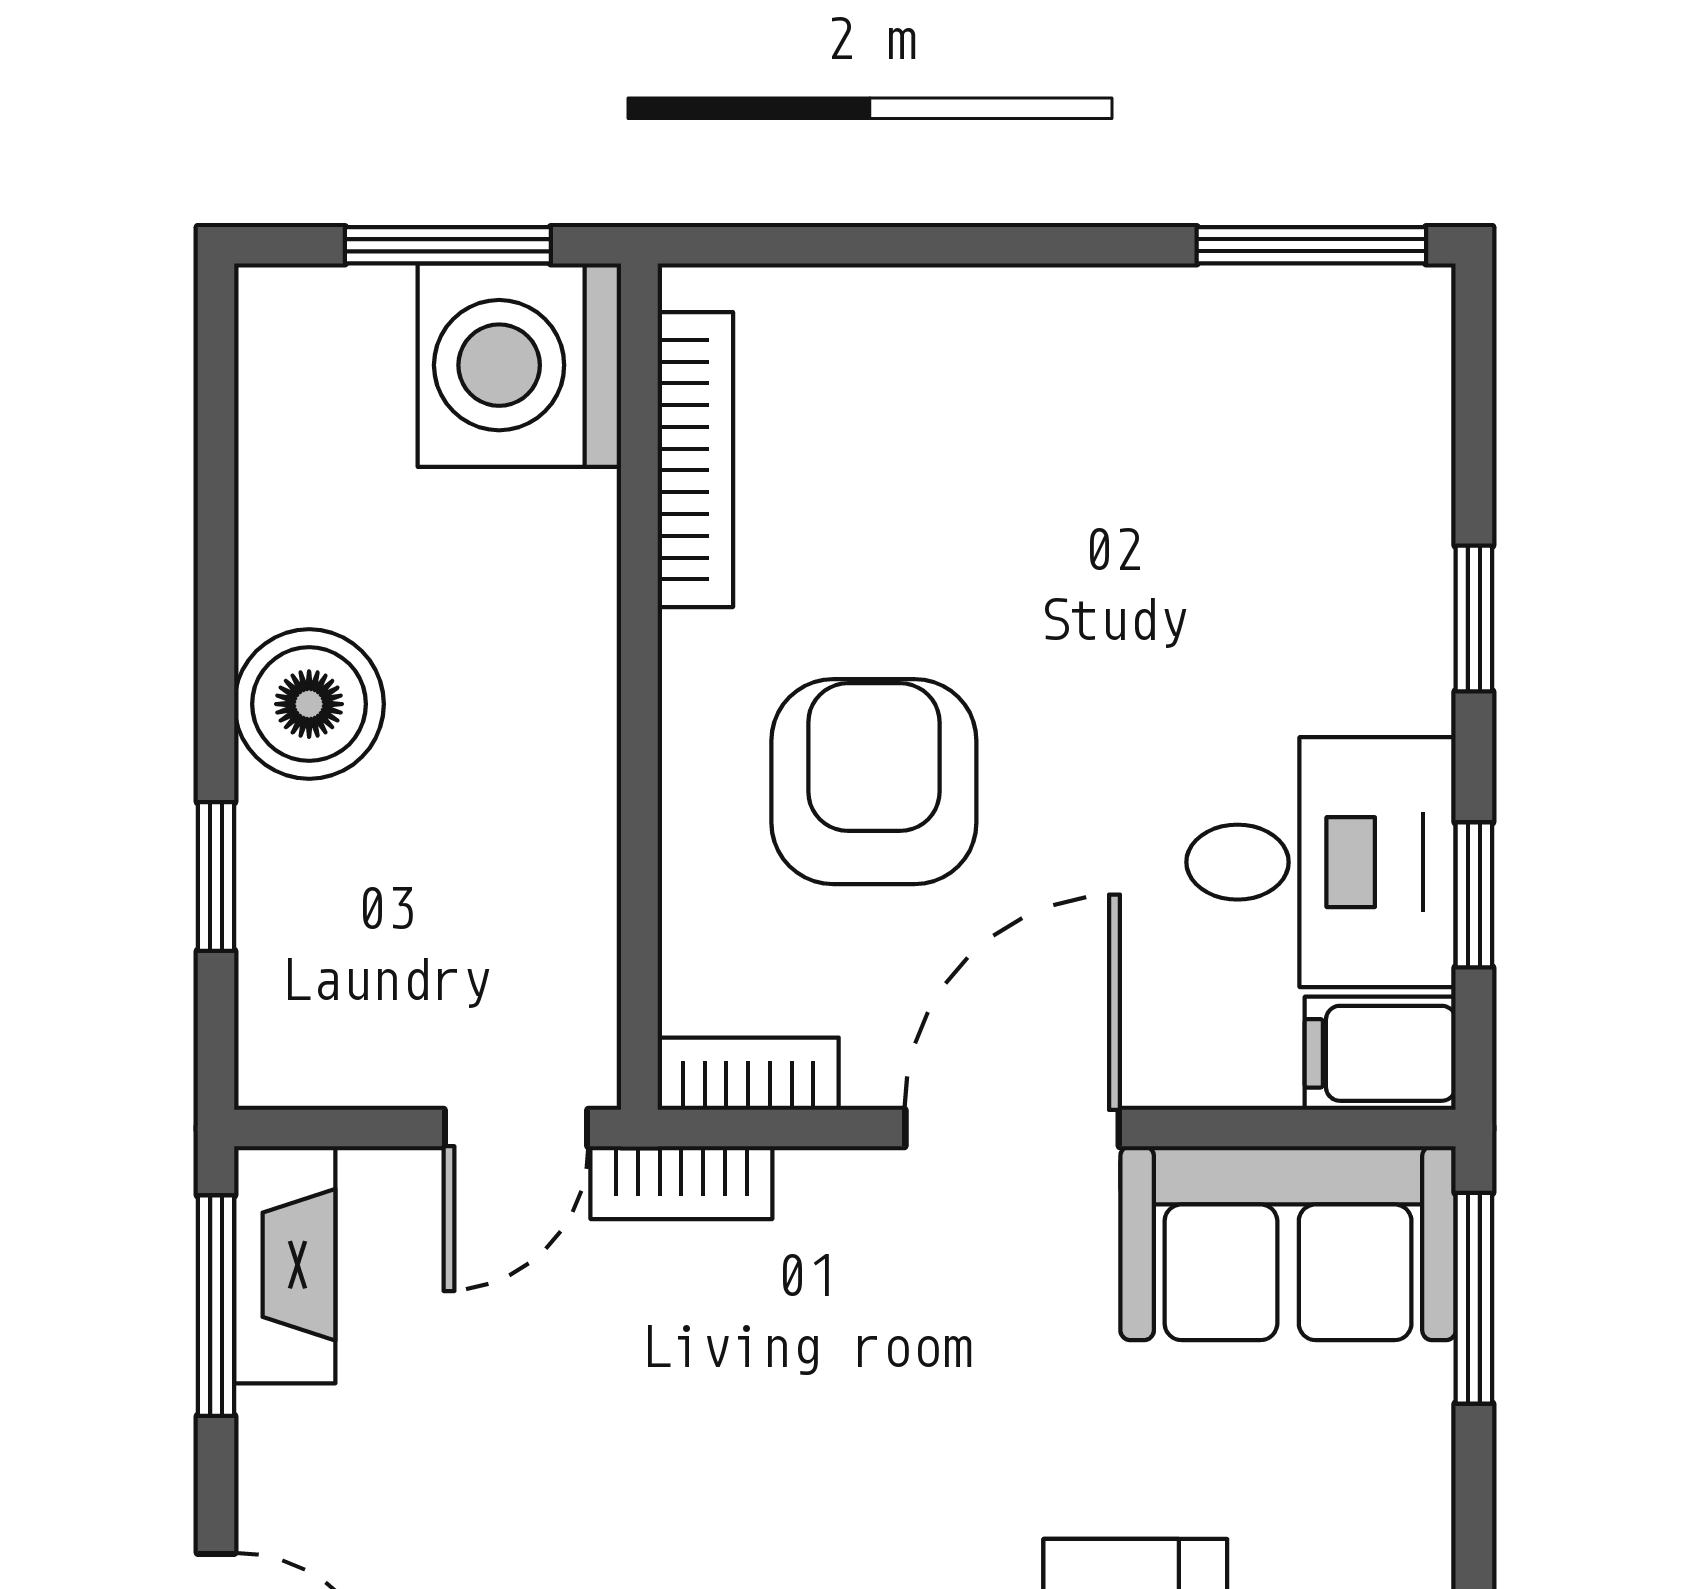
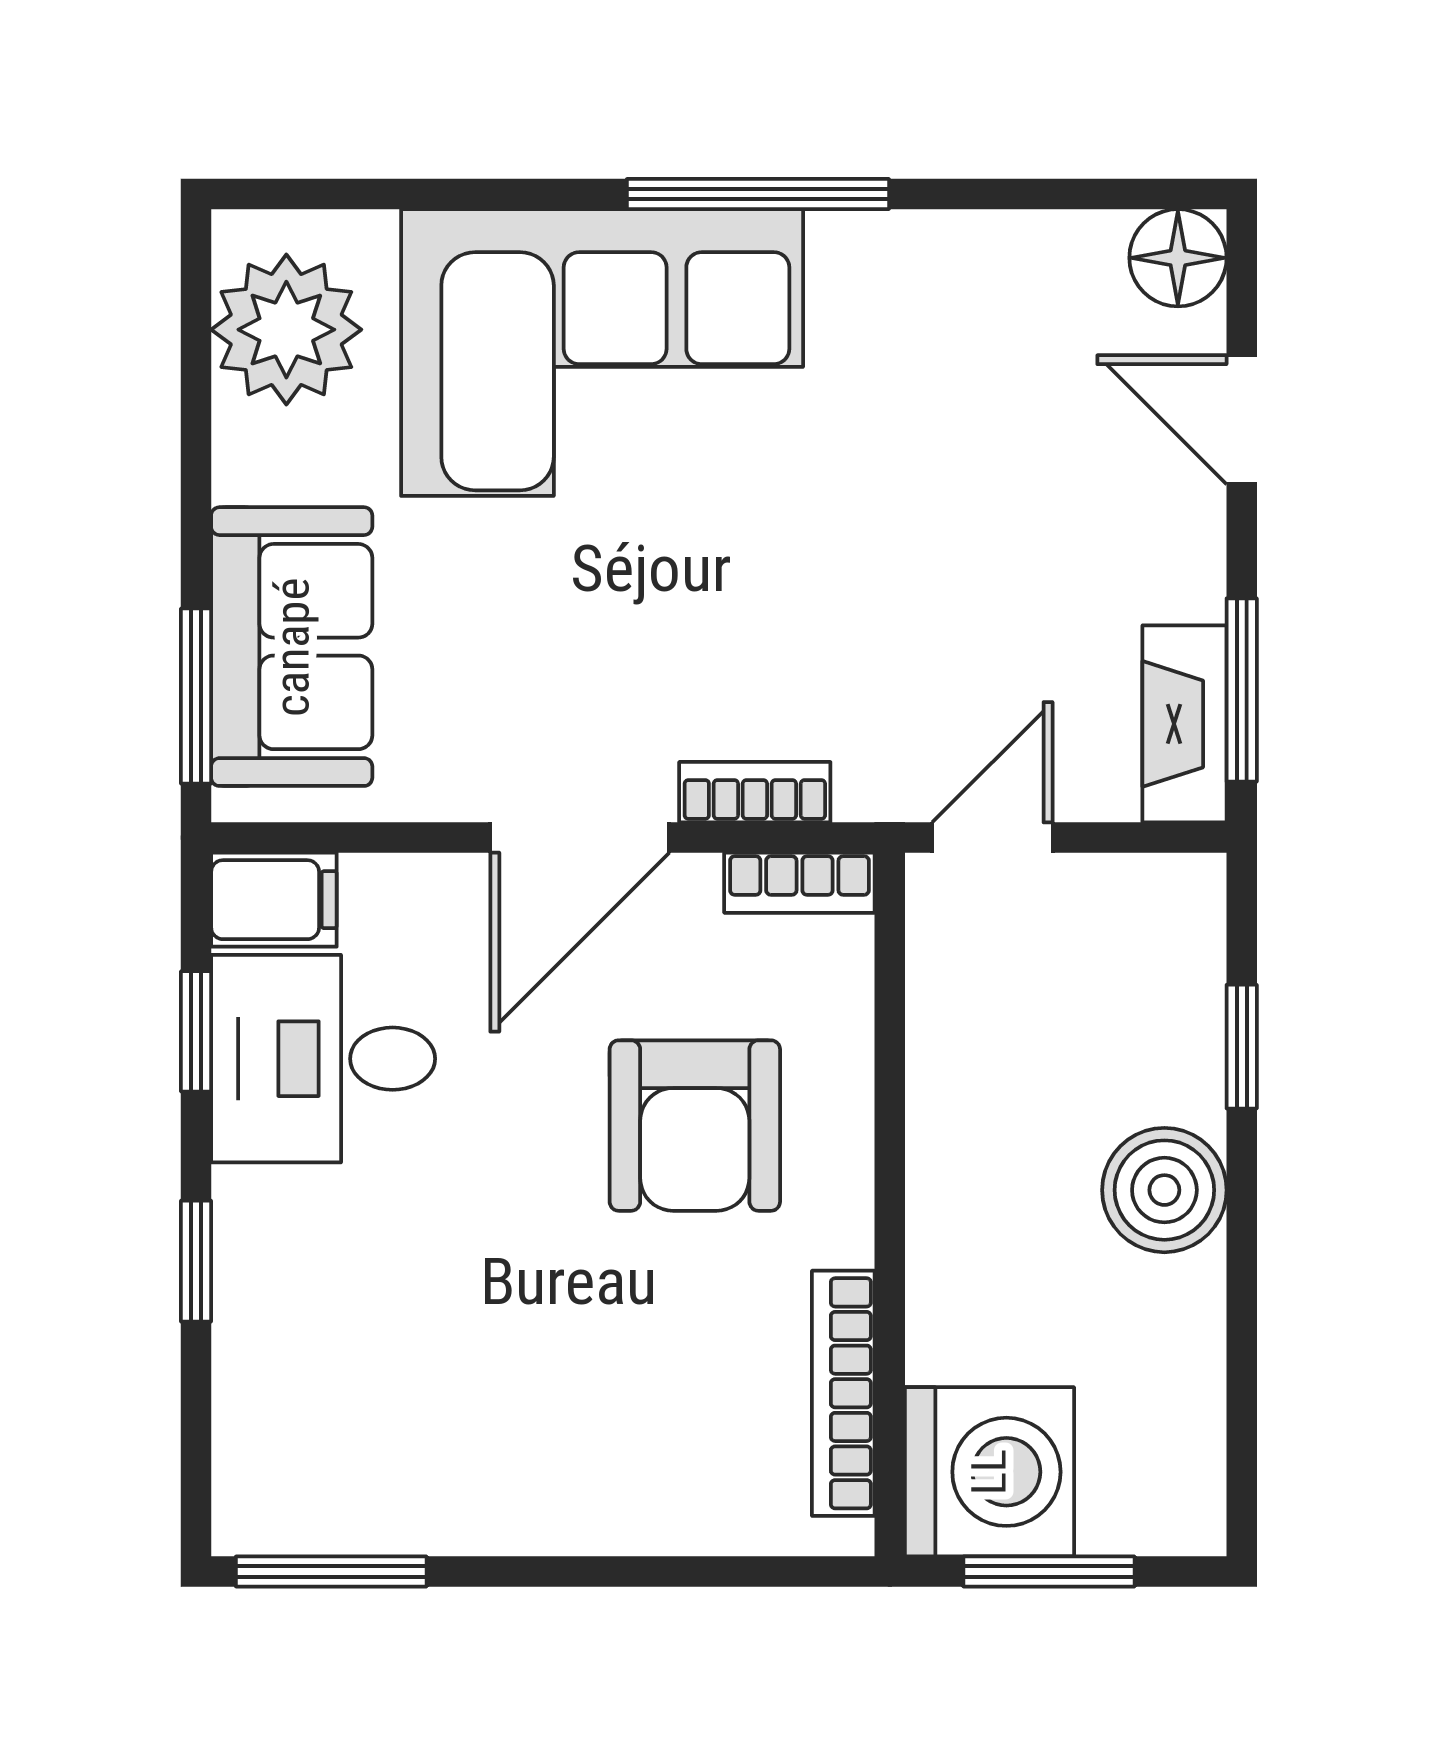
bookcase: (681, 1183) -> (755, 792), moved
sofa: (1288, 1243) -> (292, 647), moved, turned 90

